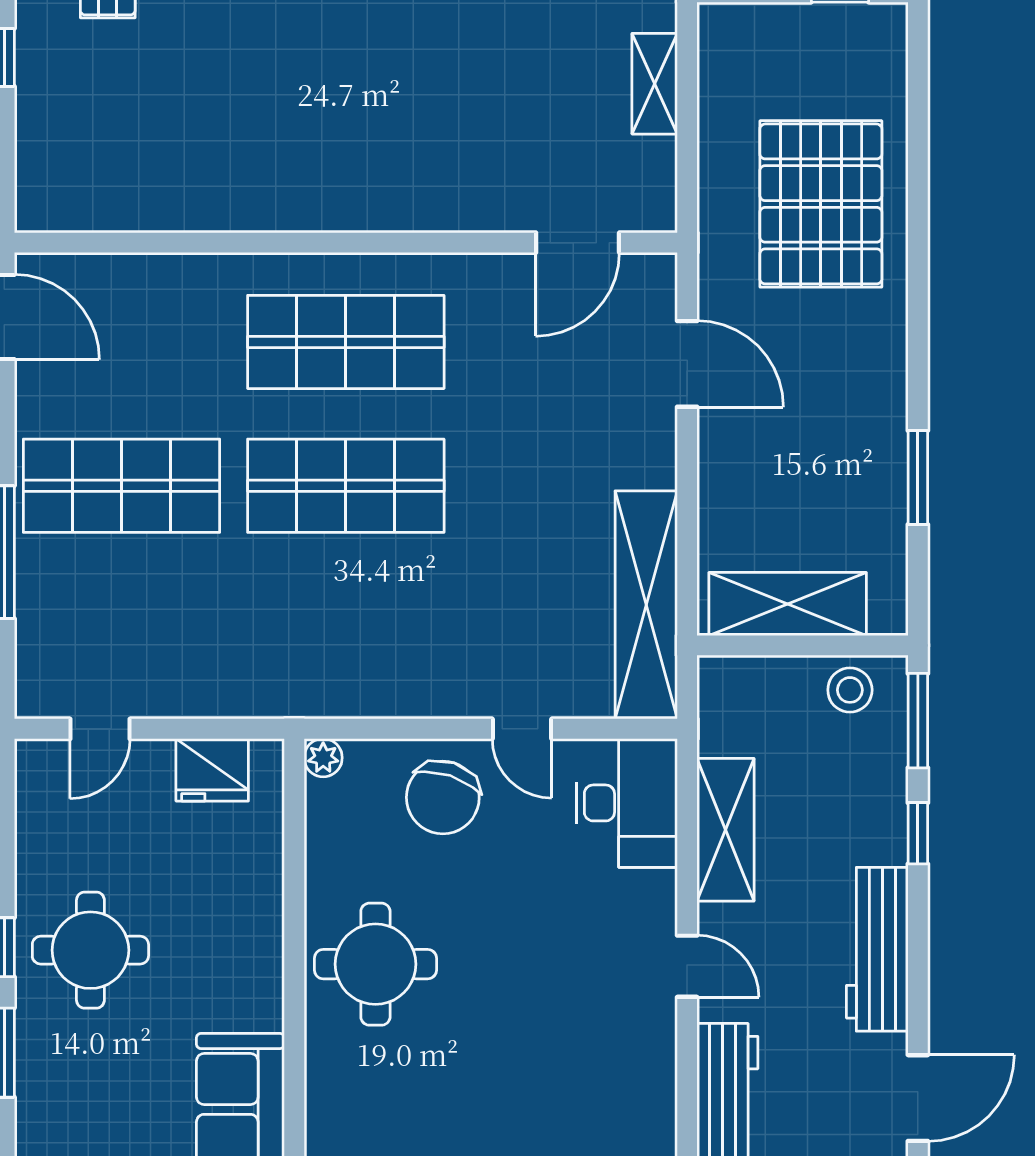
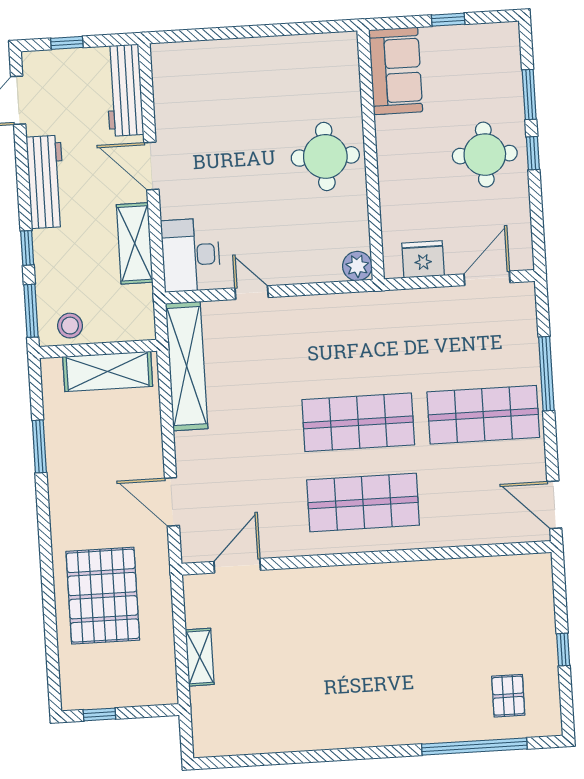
door: (100, 729) -> (487, 278), width x1.38
plant: (323, 758) -> (357, 266), width x1.38, depth x1.38
chair: (443, 797) -> (293, 252), removed
door: (687, 966) -> (151, 166), width x1.38

